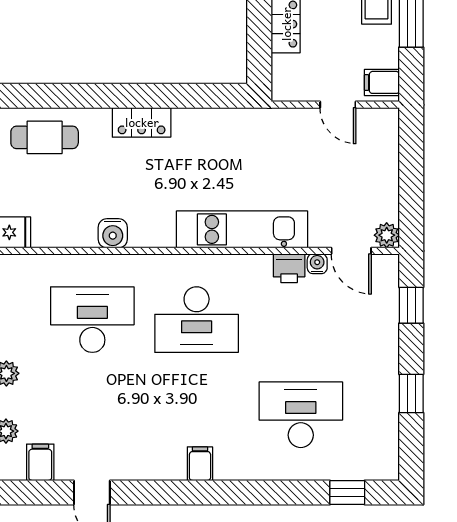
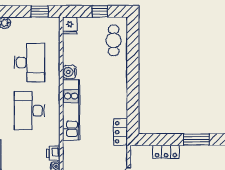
locker: (142, 122) -> (121, 132), moved
kitchen unit: (242, 229) -> (71, 110), moved

